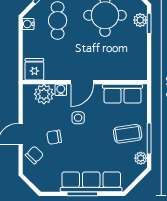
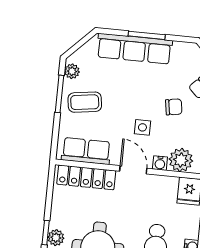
locker: (120, 72) -> (86, 177), added
door: (82, 82) -> (133, 170), hinge flipped

